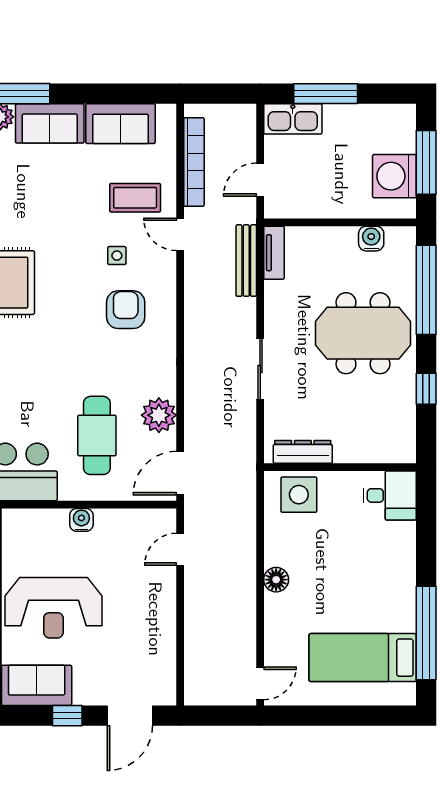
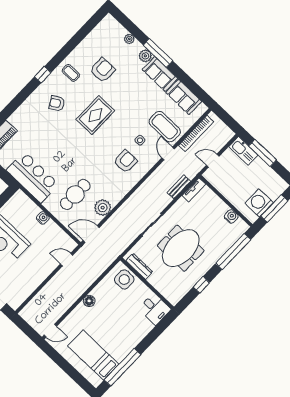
coffee table: (135, 198) -> (165, 127), width x1.36, depth x1.32
bench: (246, 261) -> (179, 187), width x0.73
meeting table: (363, 333) -> (181, 248), moved, turned 90

